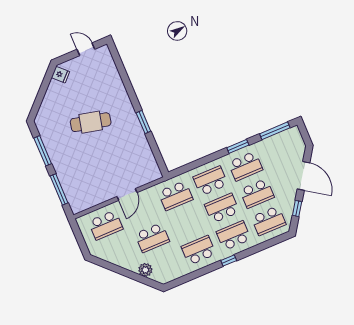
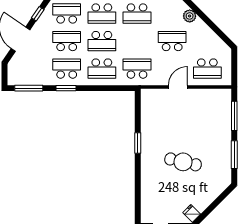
school desk: (106, 225) -> (207, 69), turned 180

